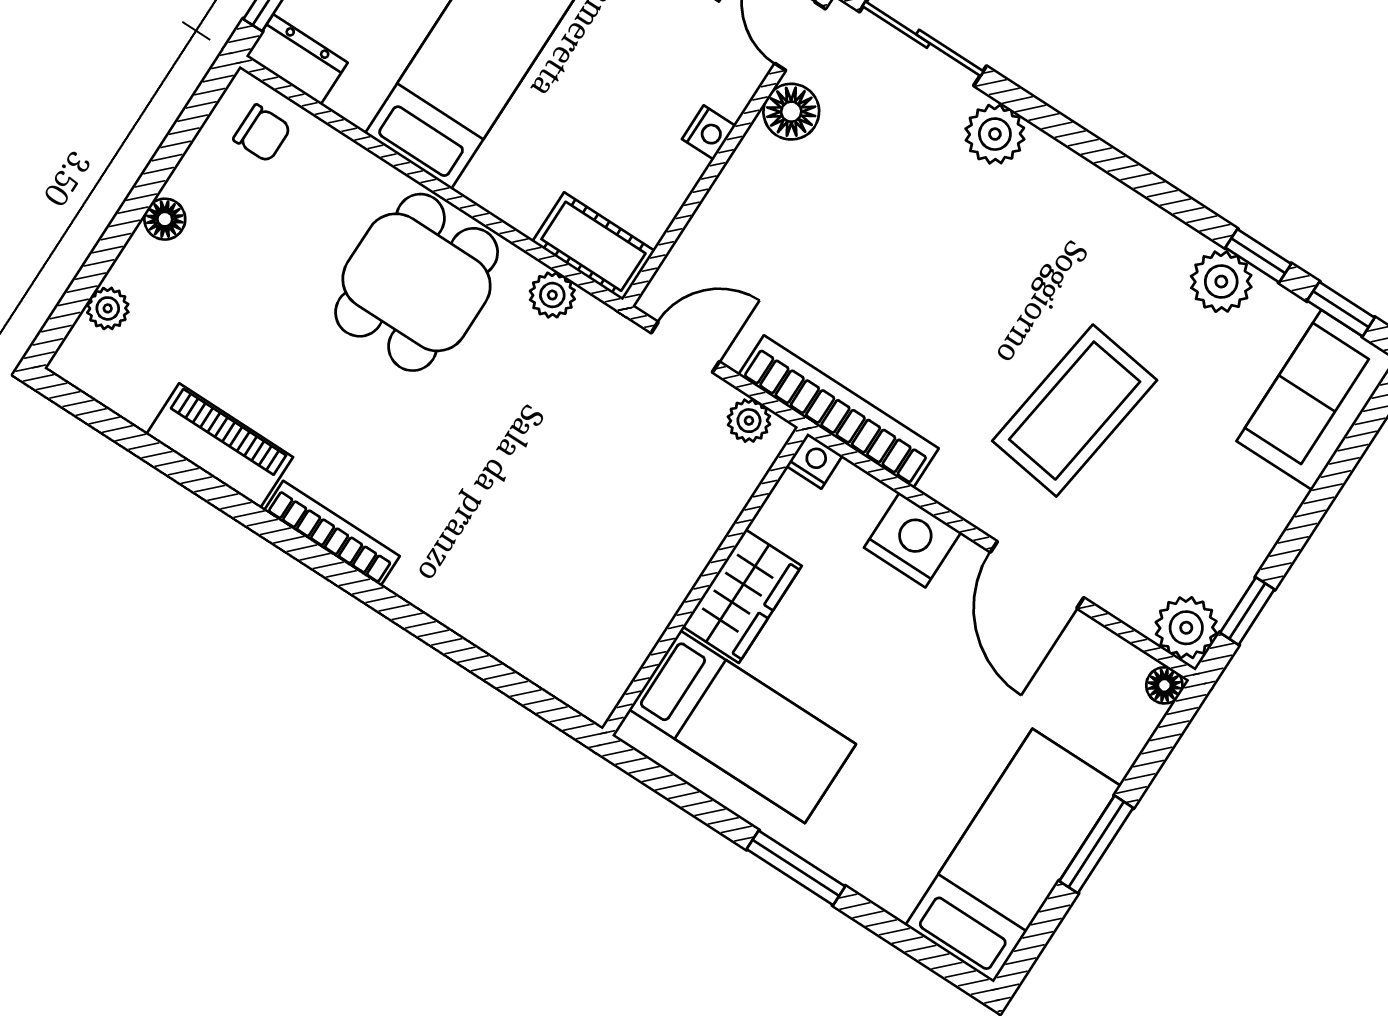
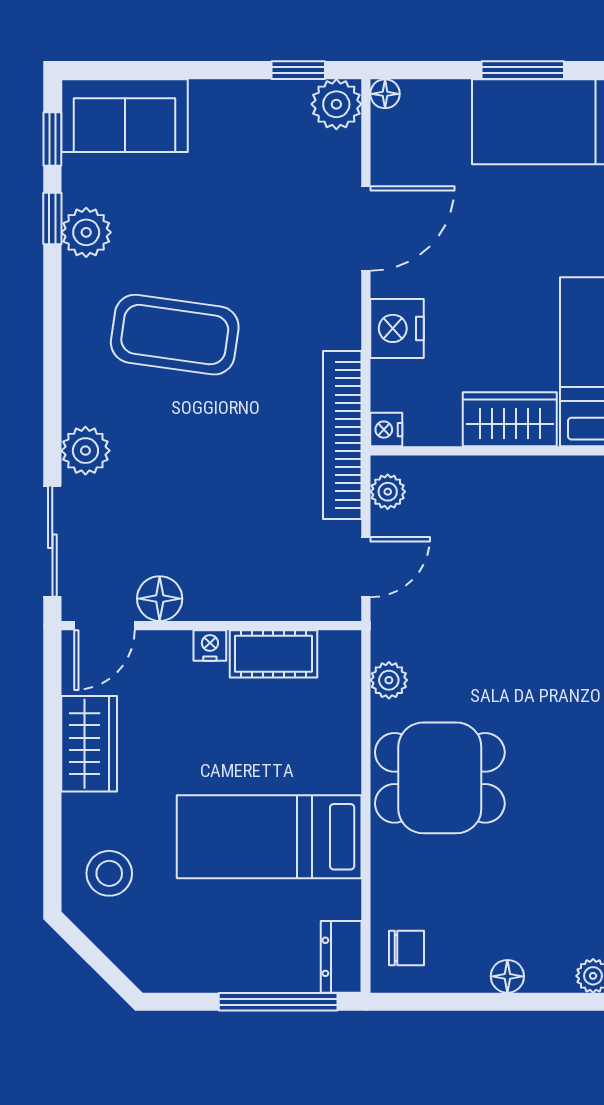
chair: (262, 133) -> (406, 948), turned 90
cot: (593, 246) -> (273, 654), moved, turned 90
door: (685, 347) -> (366, 567), swing flipped
coffee table: (1075, 411) -> (175, 335), moved

